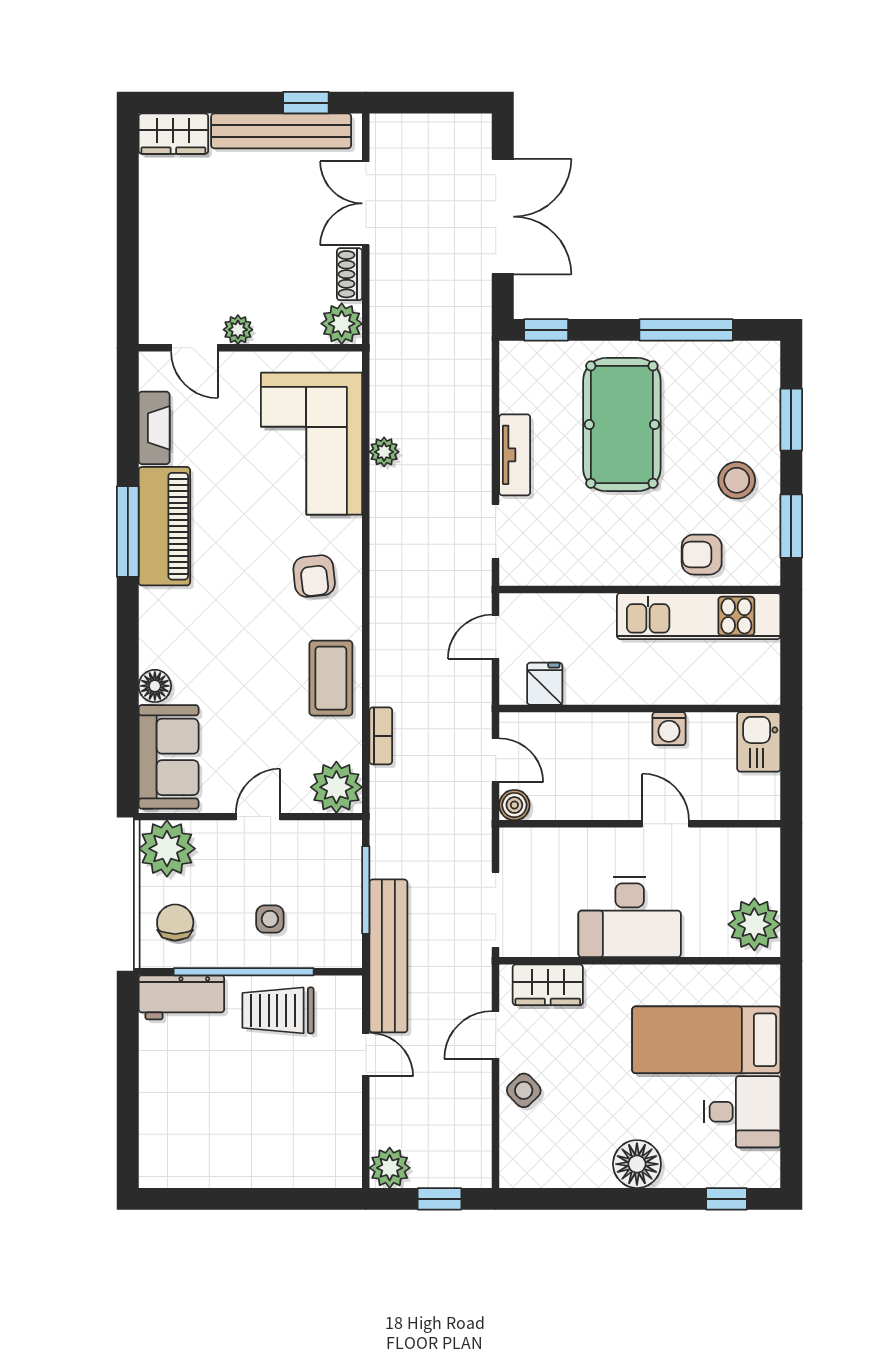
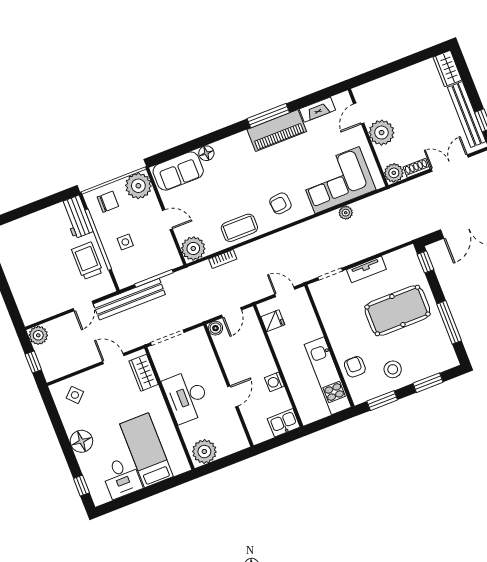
plant: (238, 330) -> (382, 133), width x1.88, depth x1.88
side table: (524, 1090) -> (75, 395), moved

